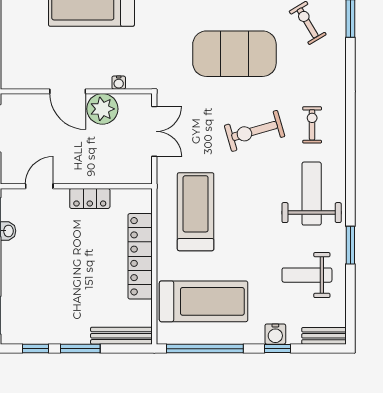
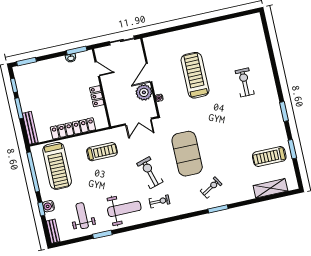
treadmill: (196, 212) -> (102, 152), width x0.73, depth x0.73

